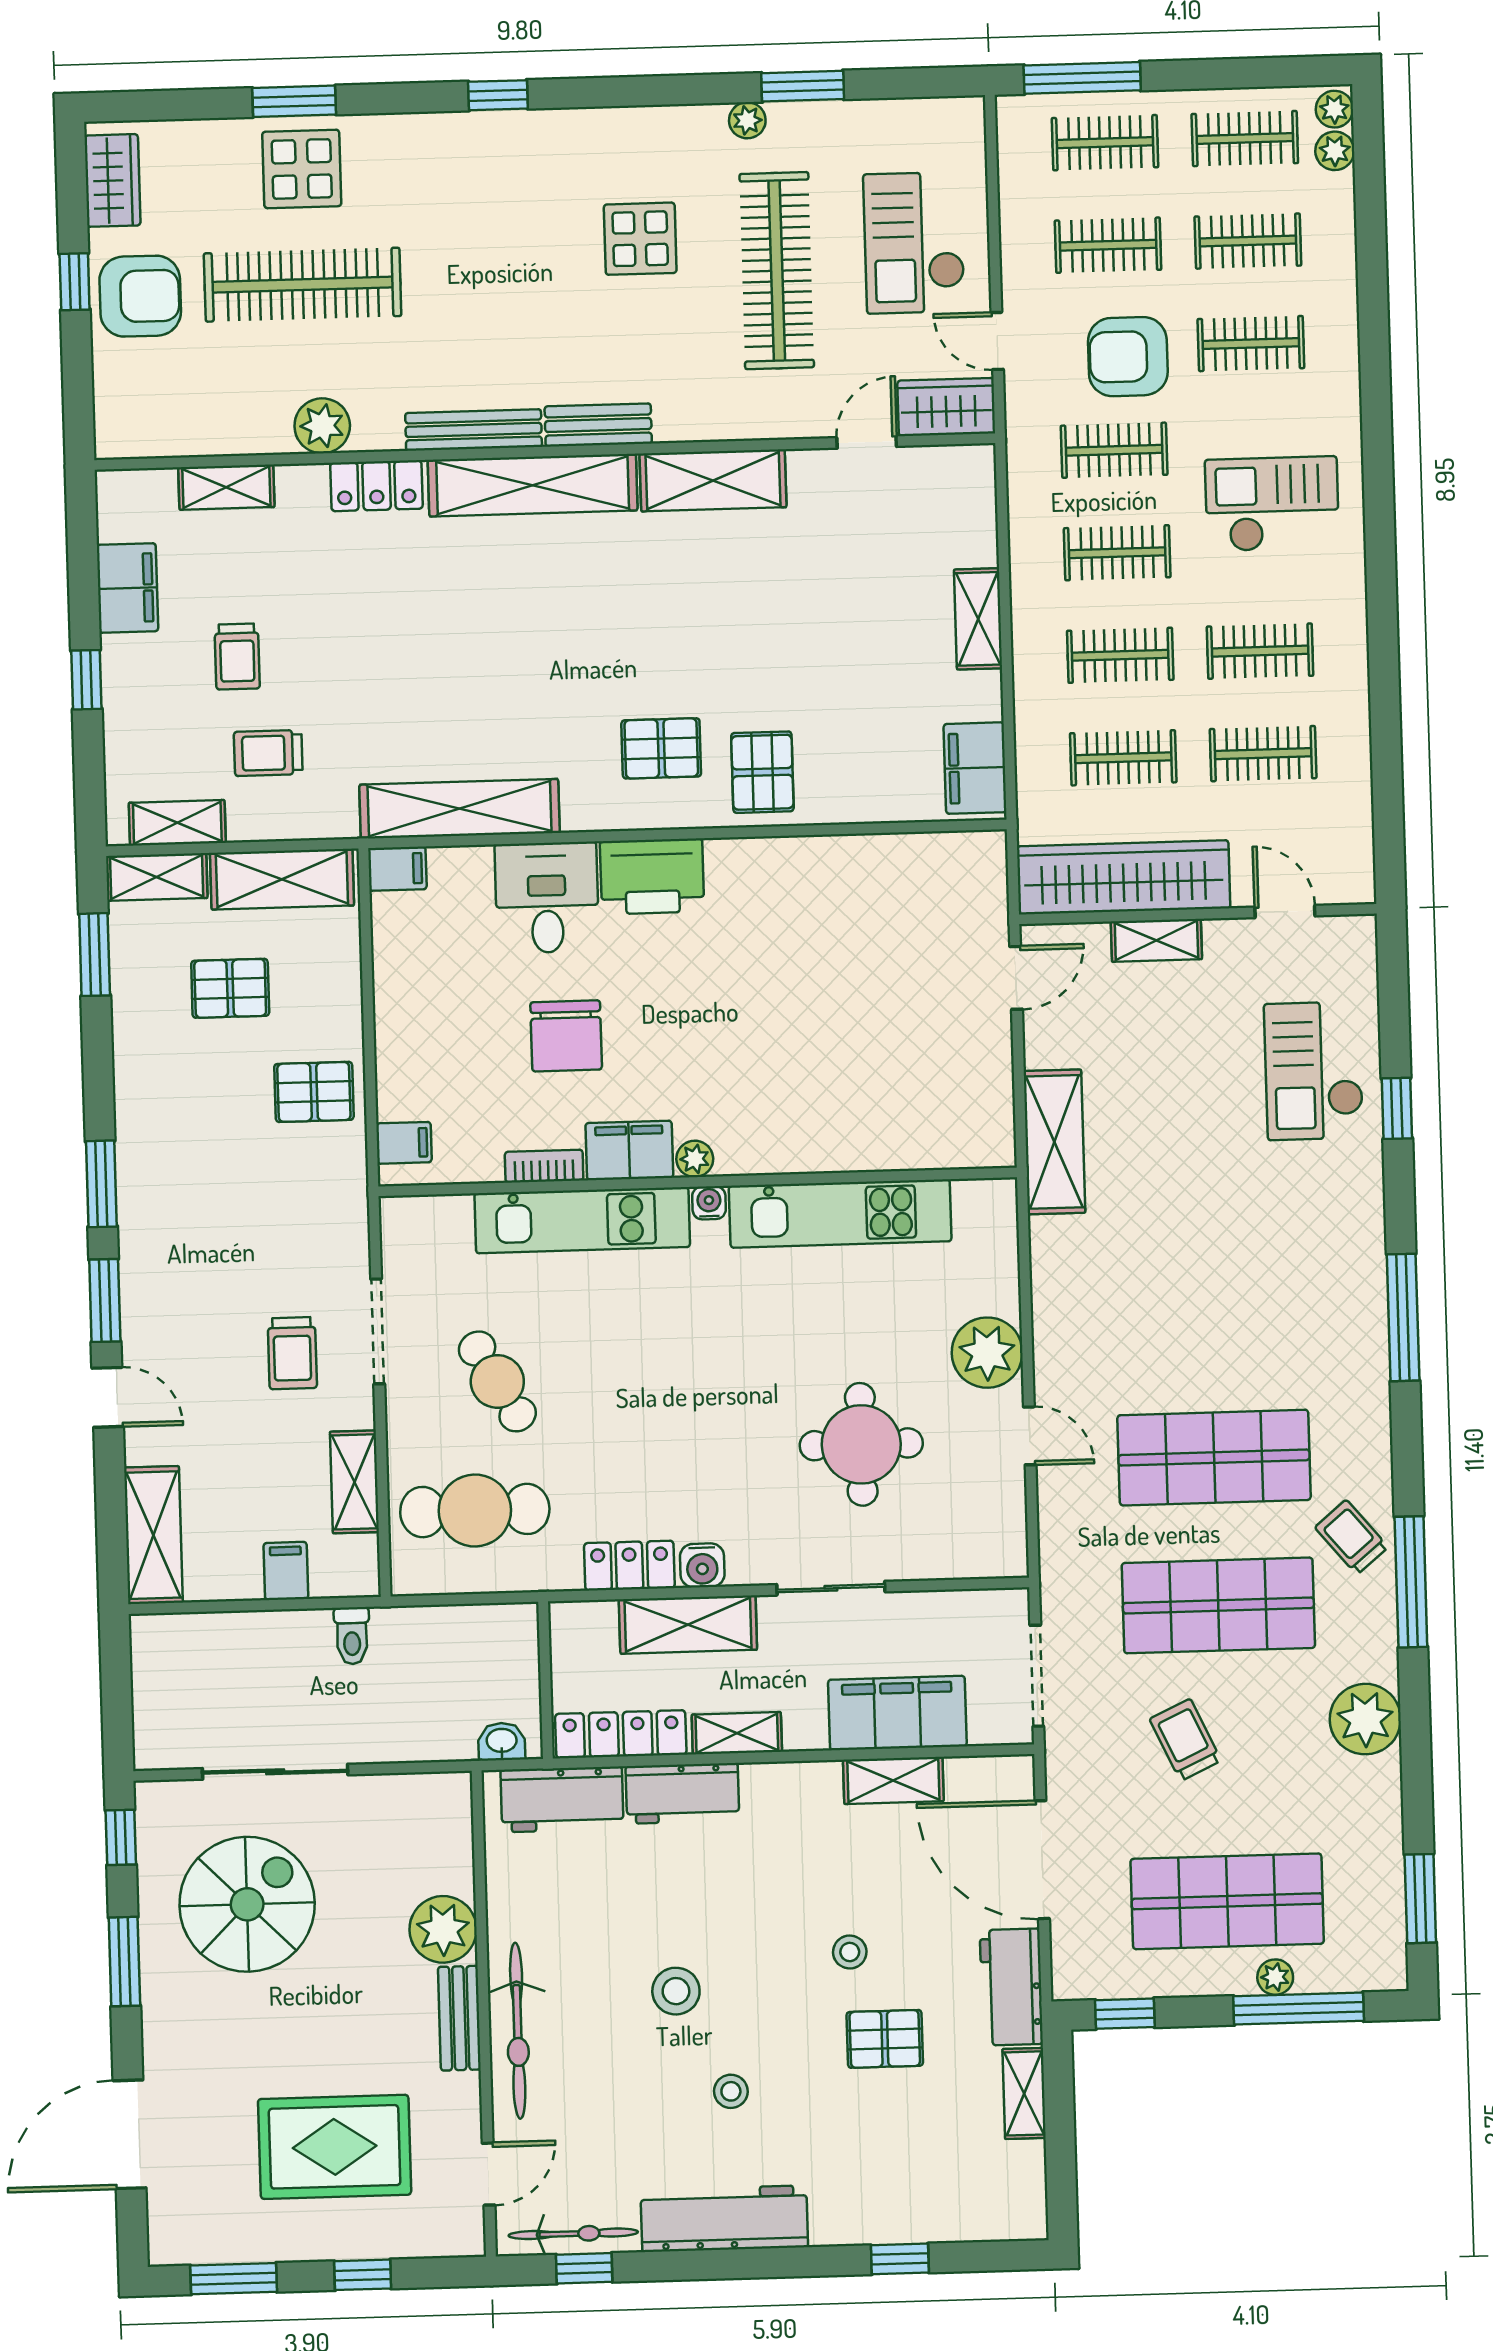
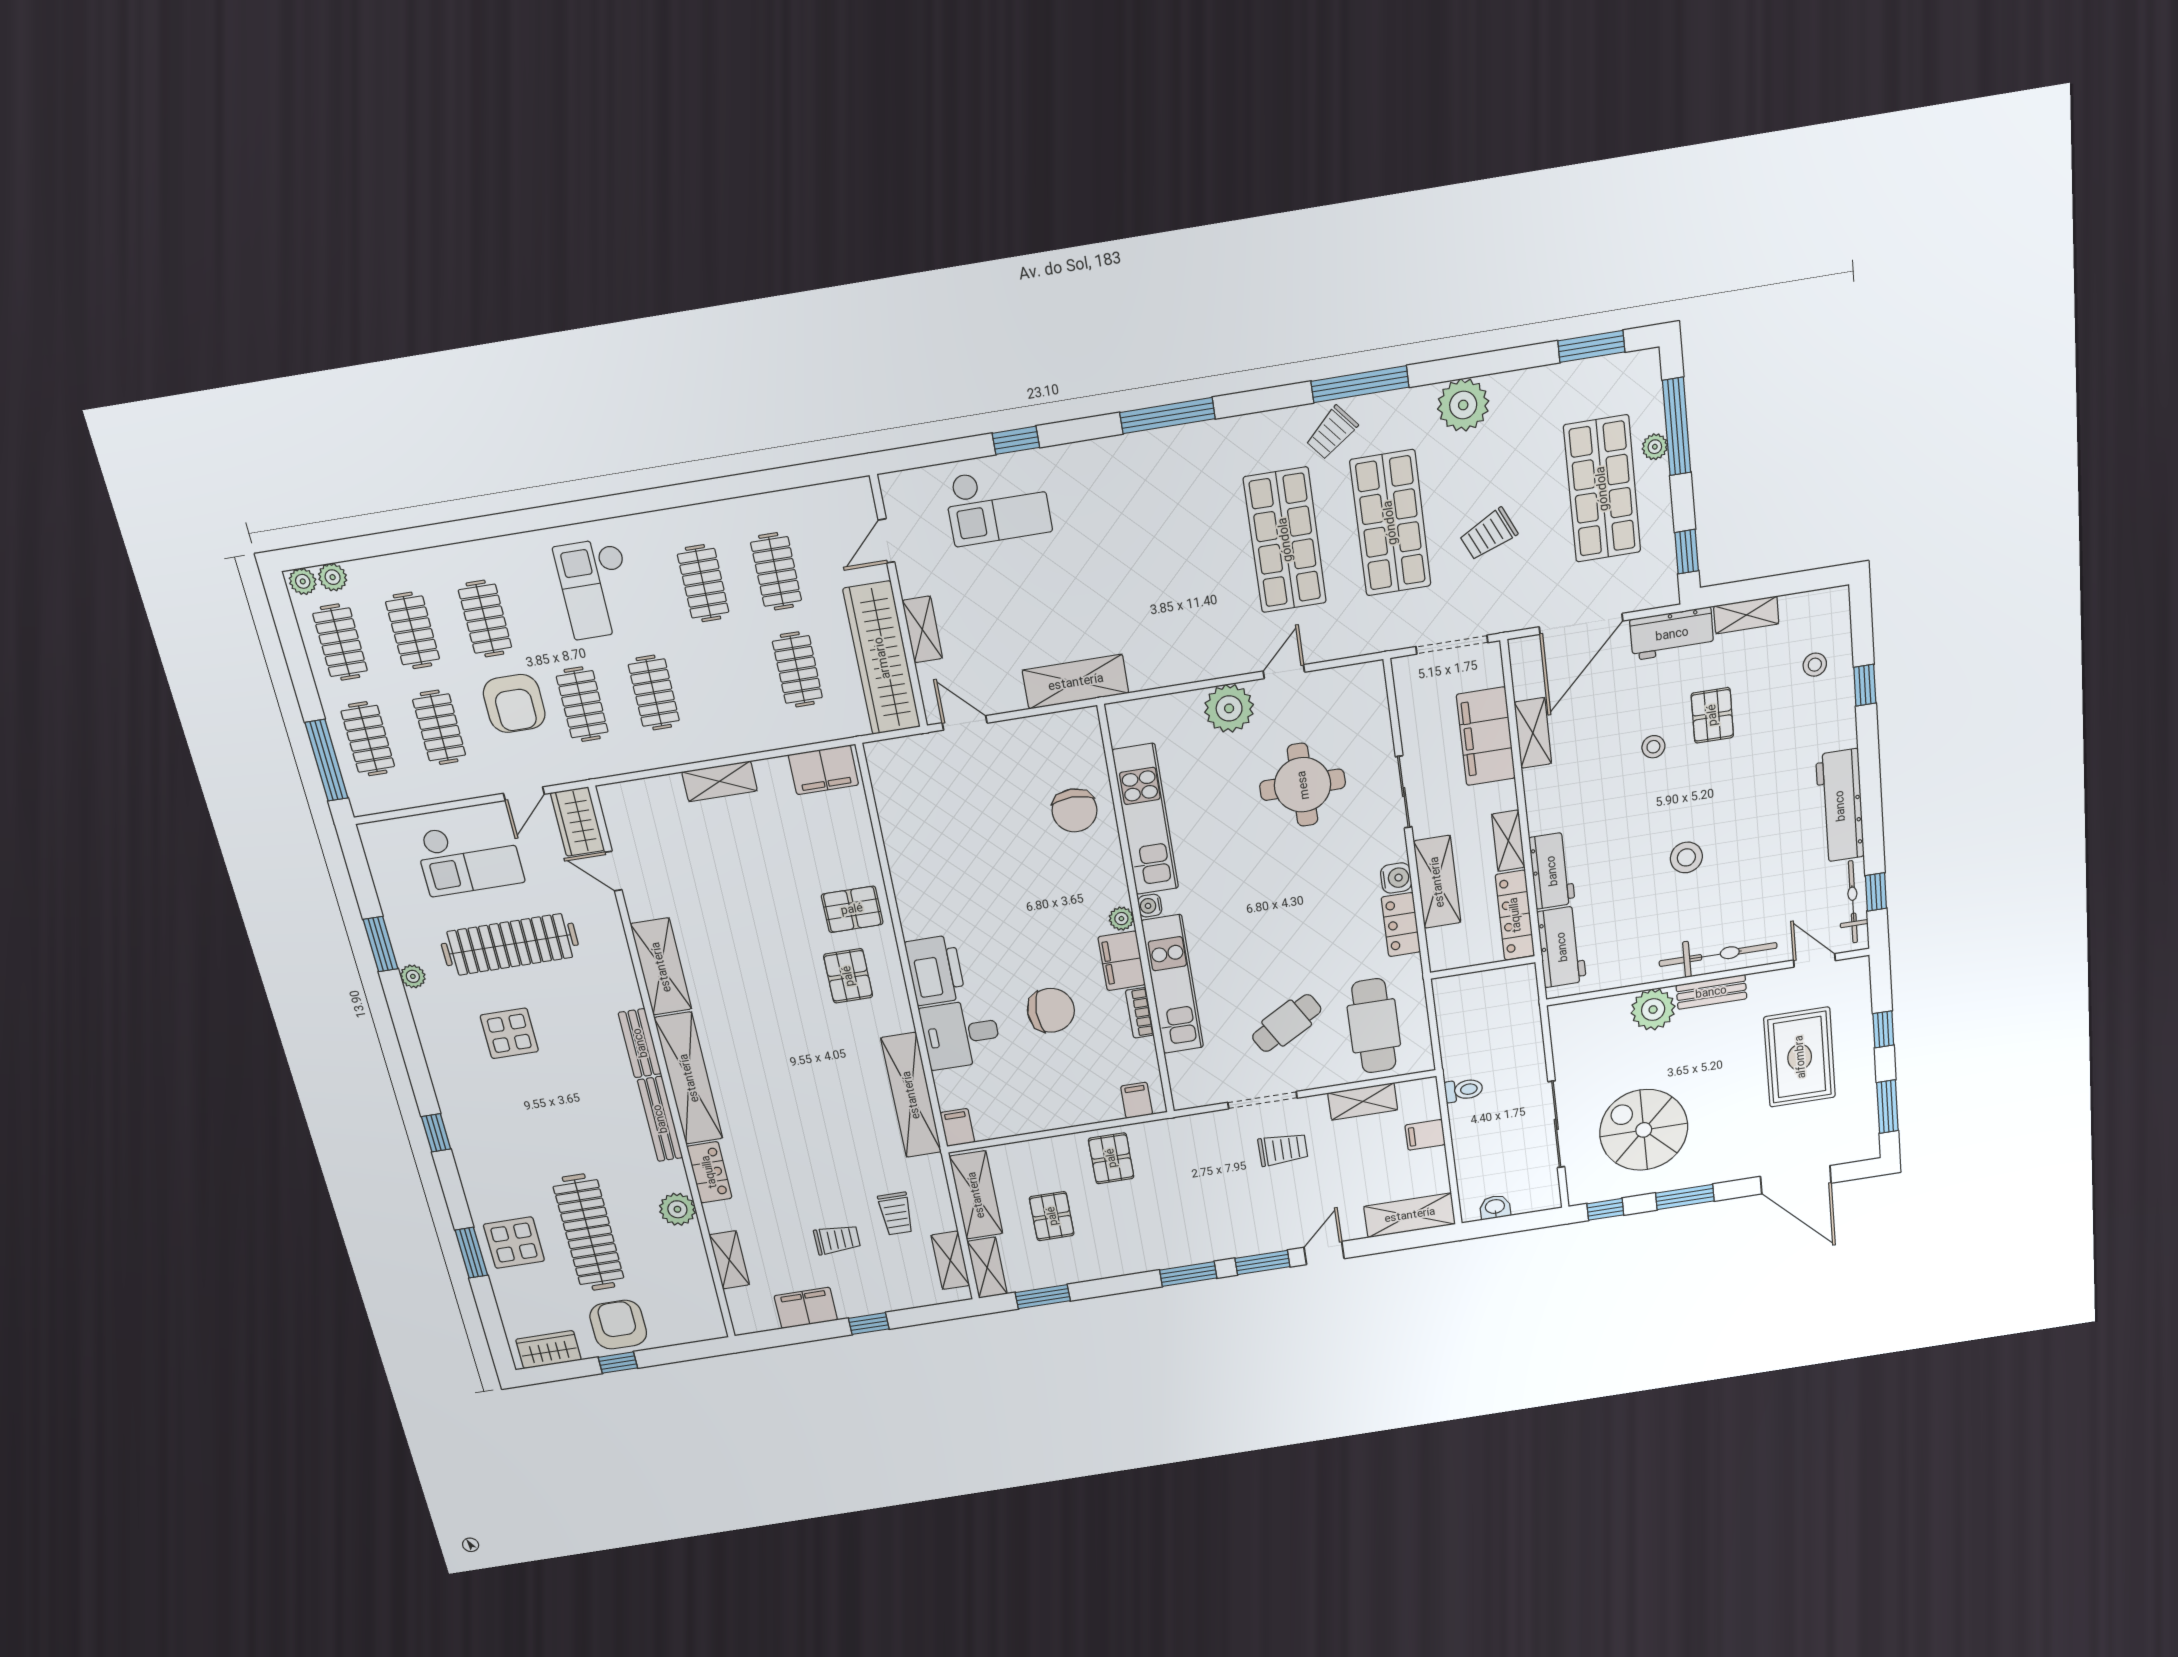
clothes rail: (1120, 655) -> (726, 681), removed
chair: (867, 1114) -> (1074, 810), added
washbasin: (502, 1741) -> (1495, 1207), moved, turned 90
stool: (731, 2091) -> (1815, 665), moved

